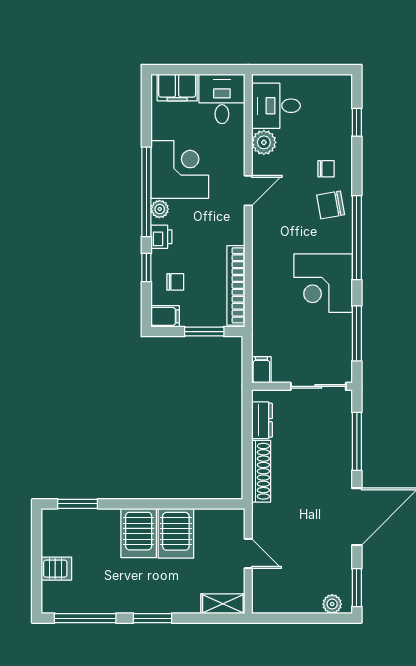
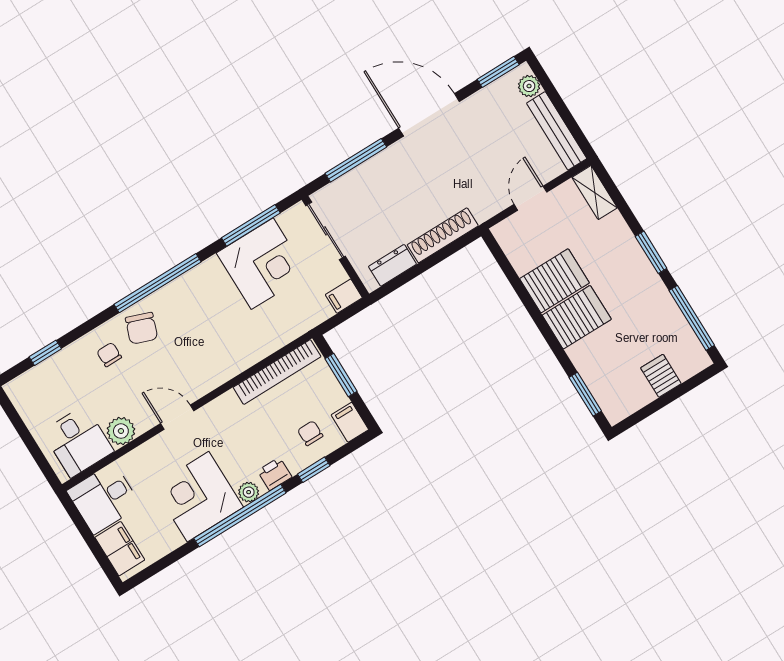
chair: (331, 205) -> (141, 328), turned 30
corner desk: (323, 283) -> (262, 264), moved
bench: (286, 604) -> (557, 131), added

